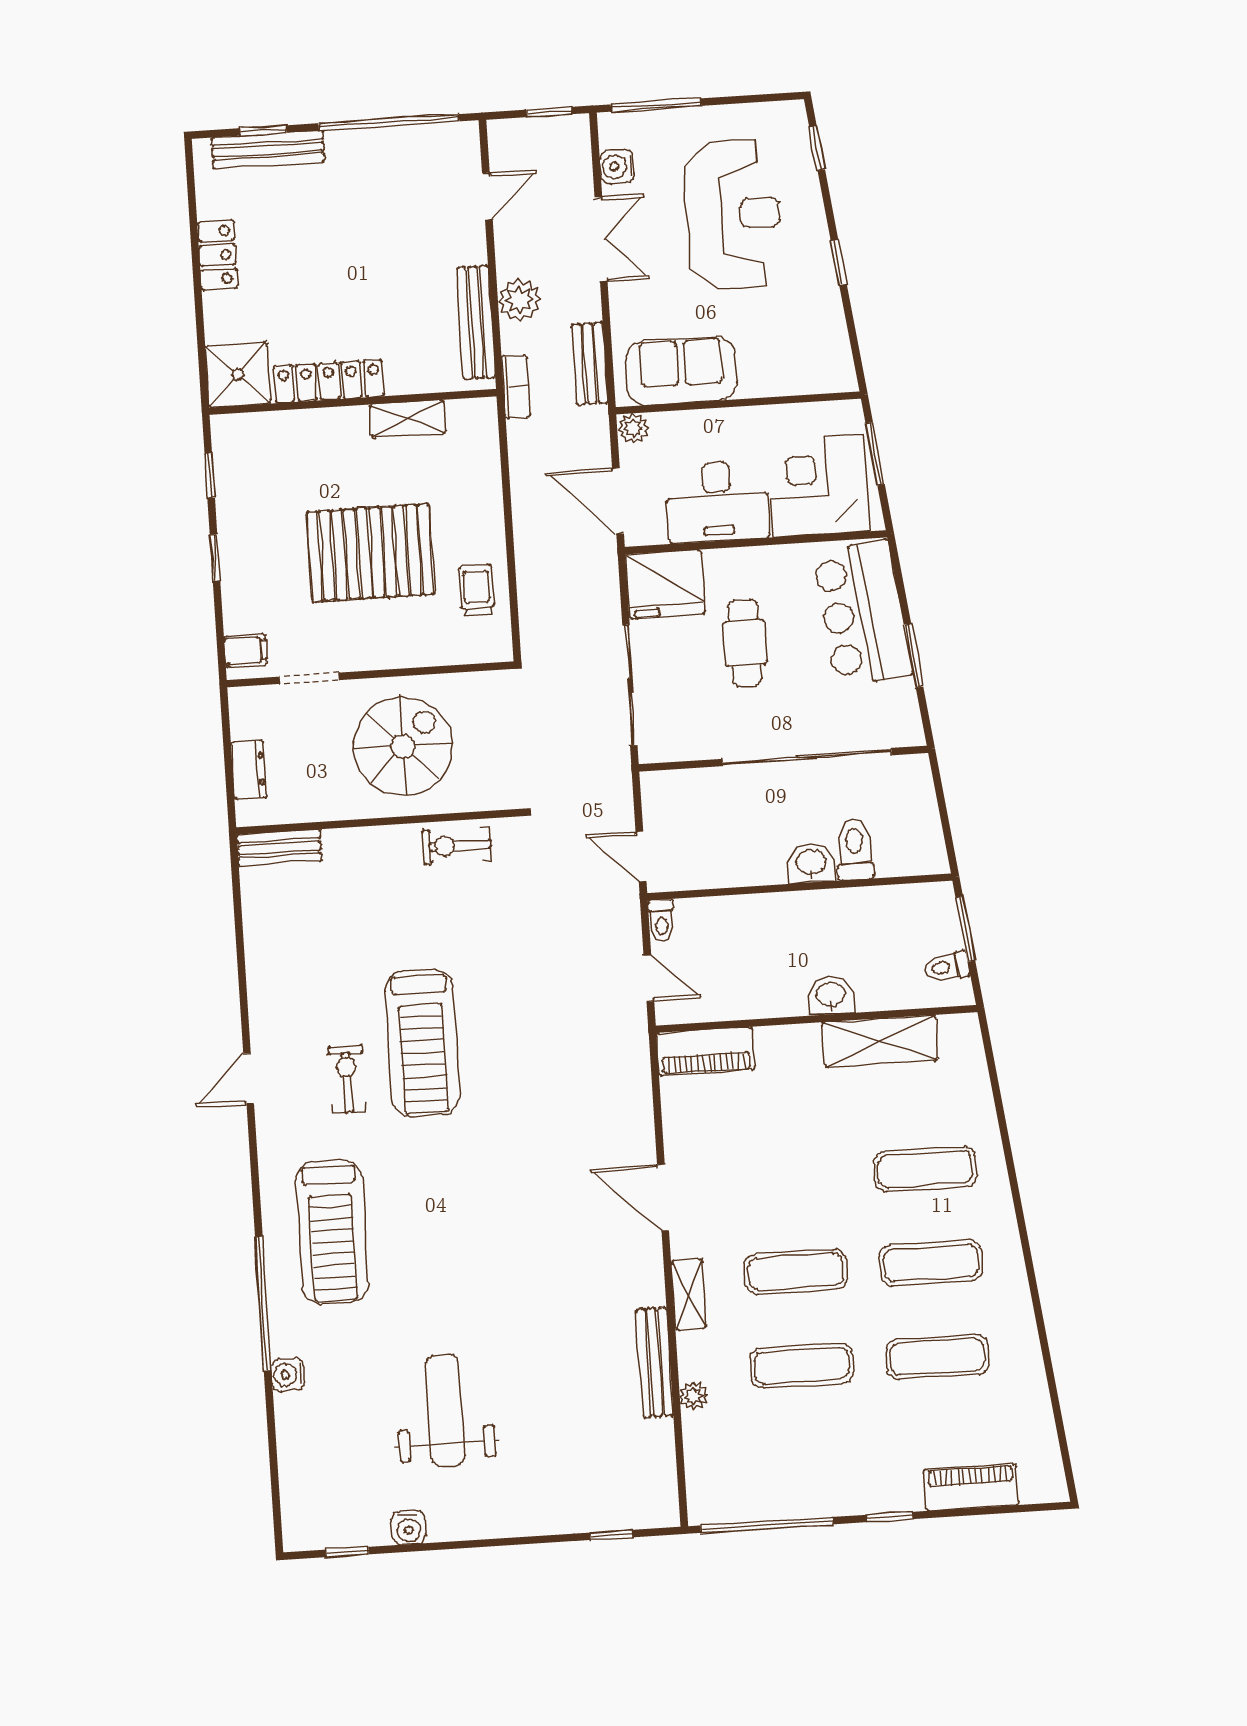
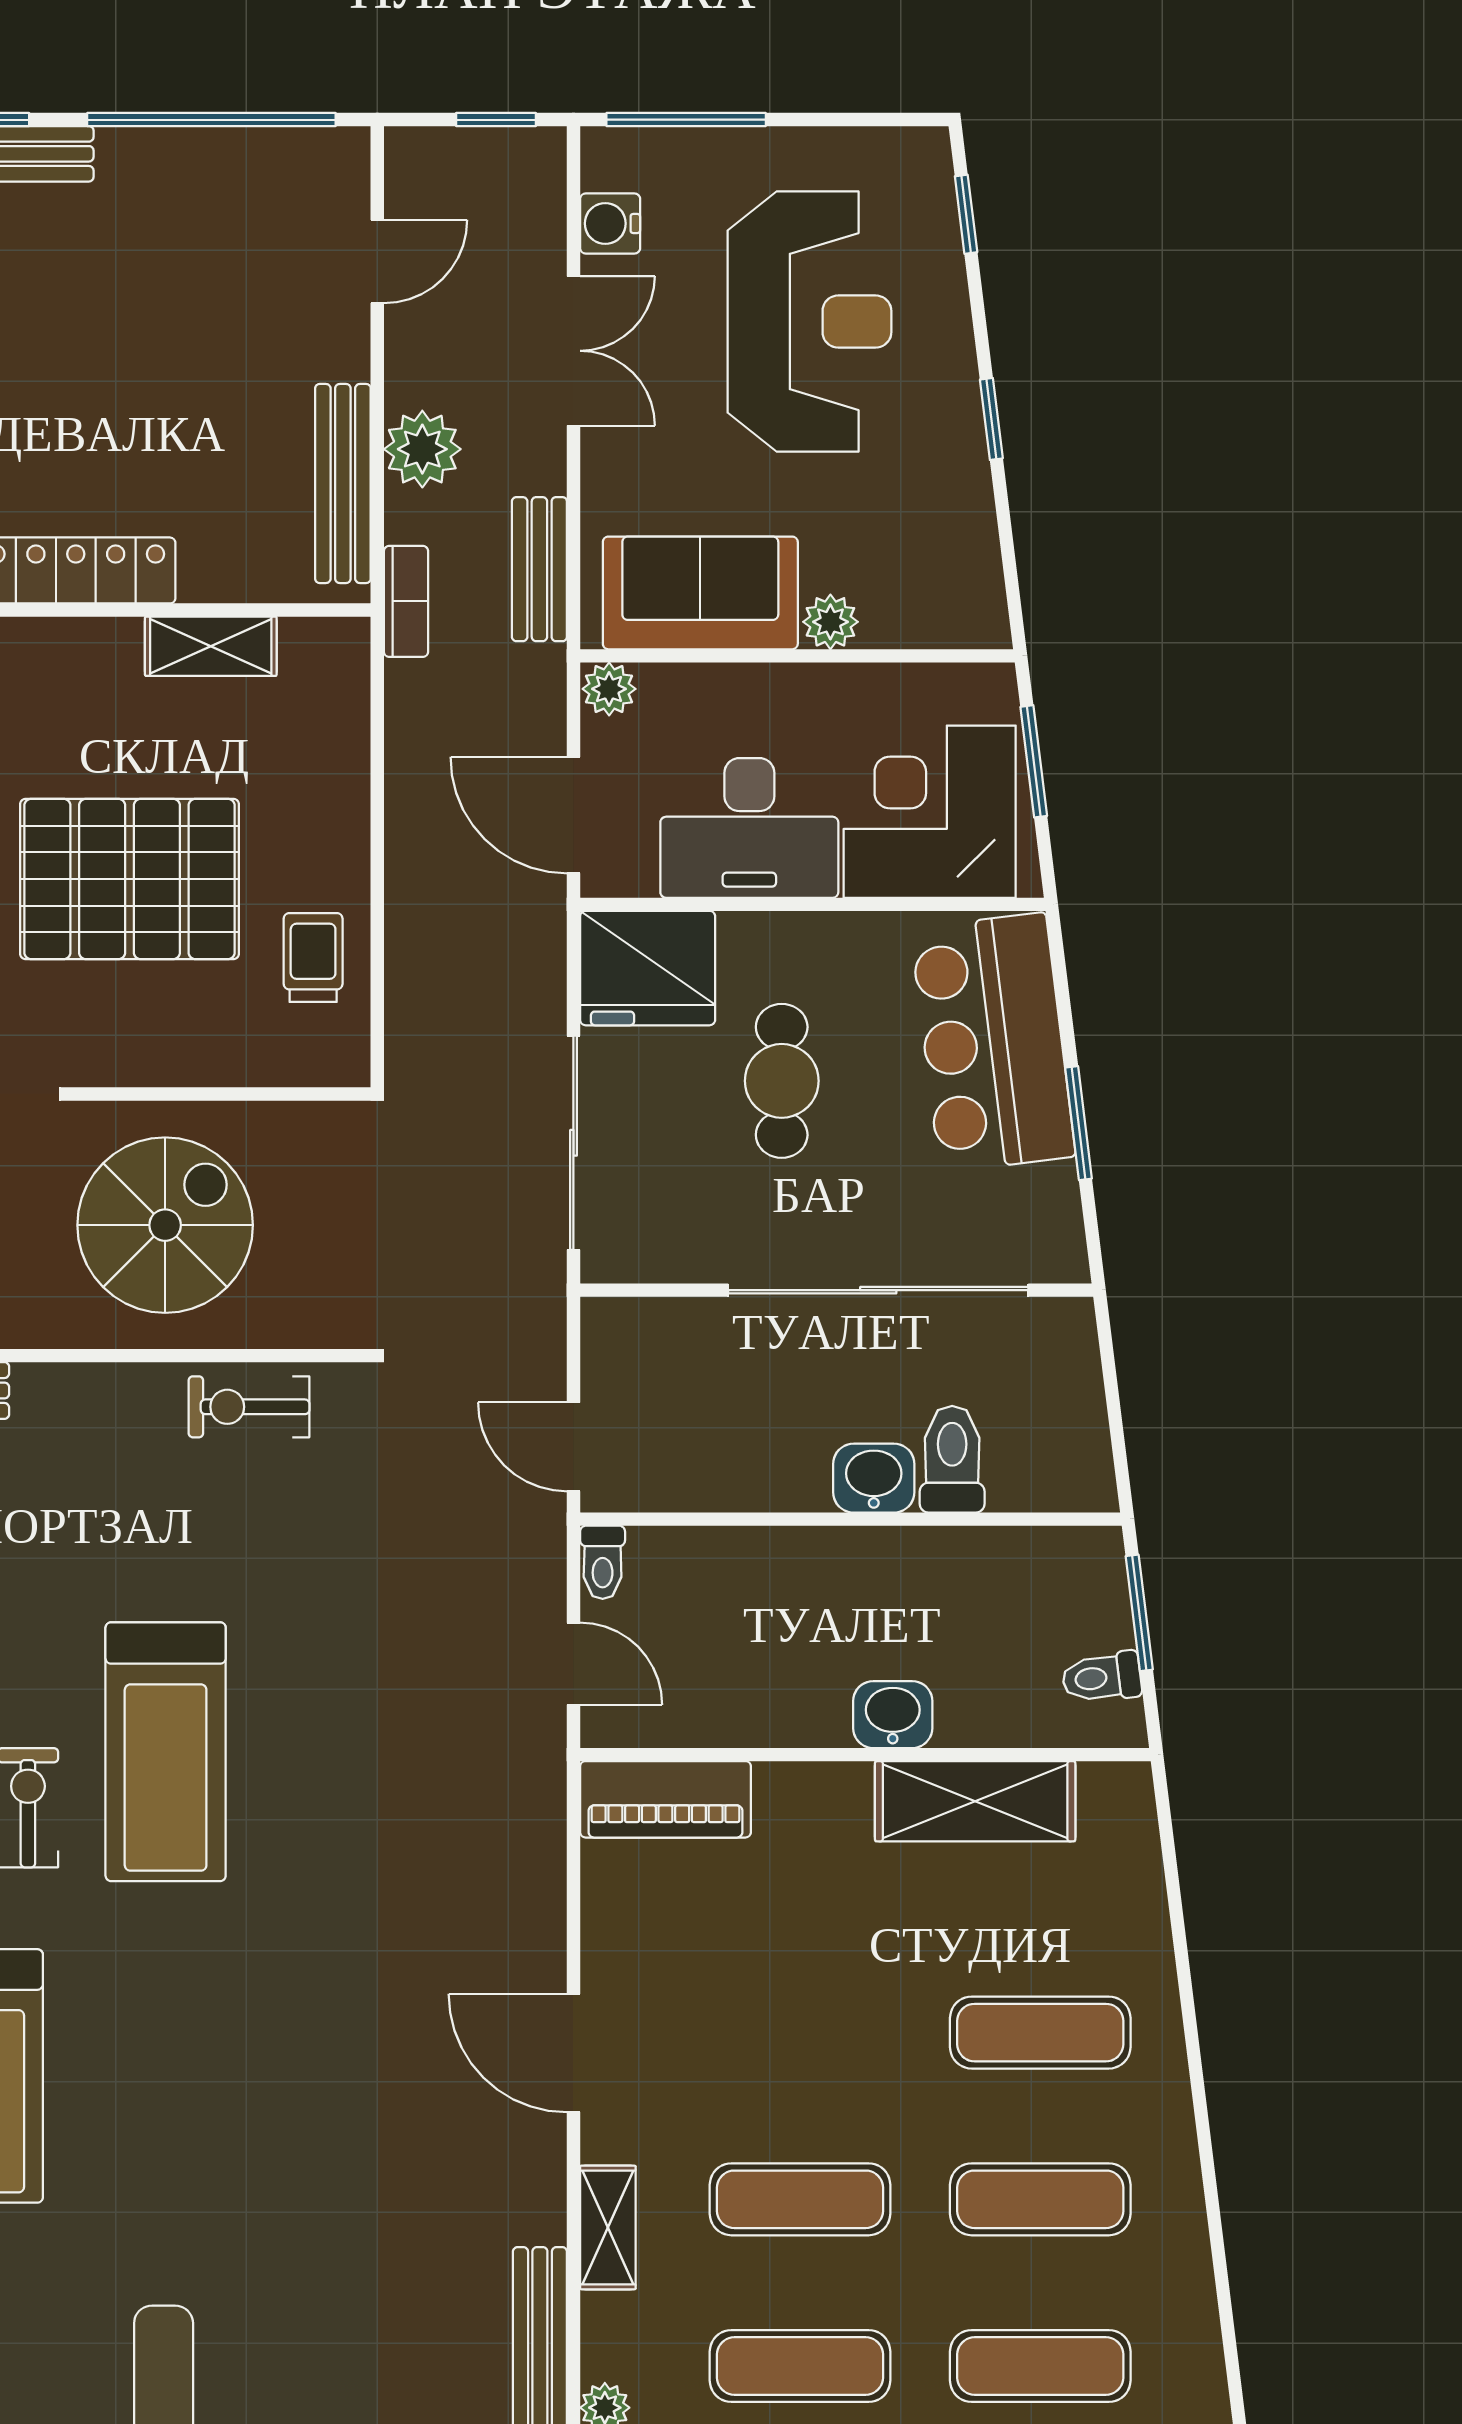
plant: (756, 383) -> (830, 622), added

